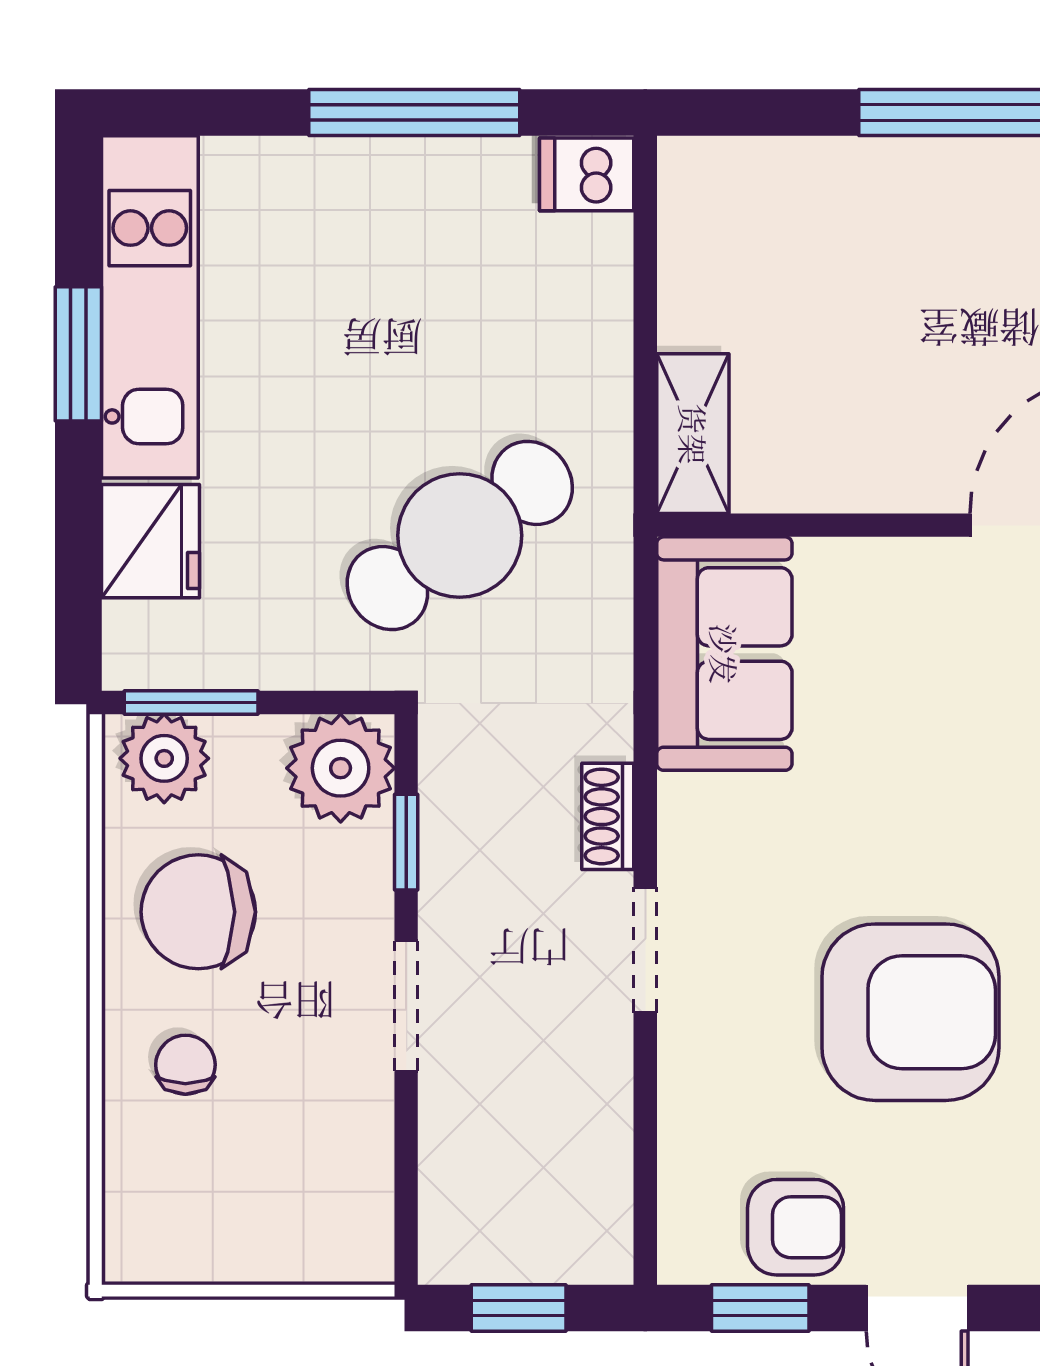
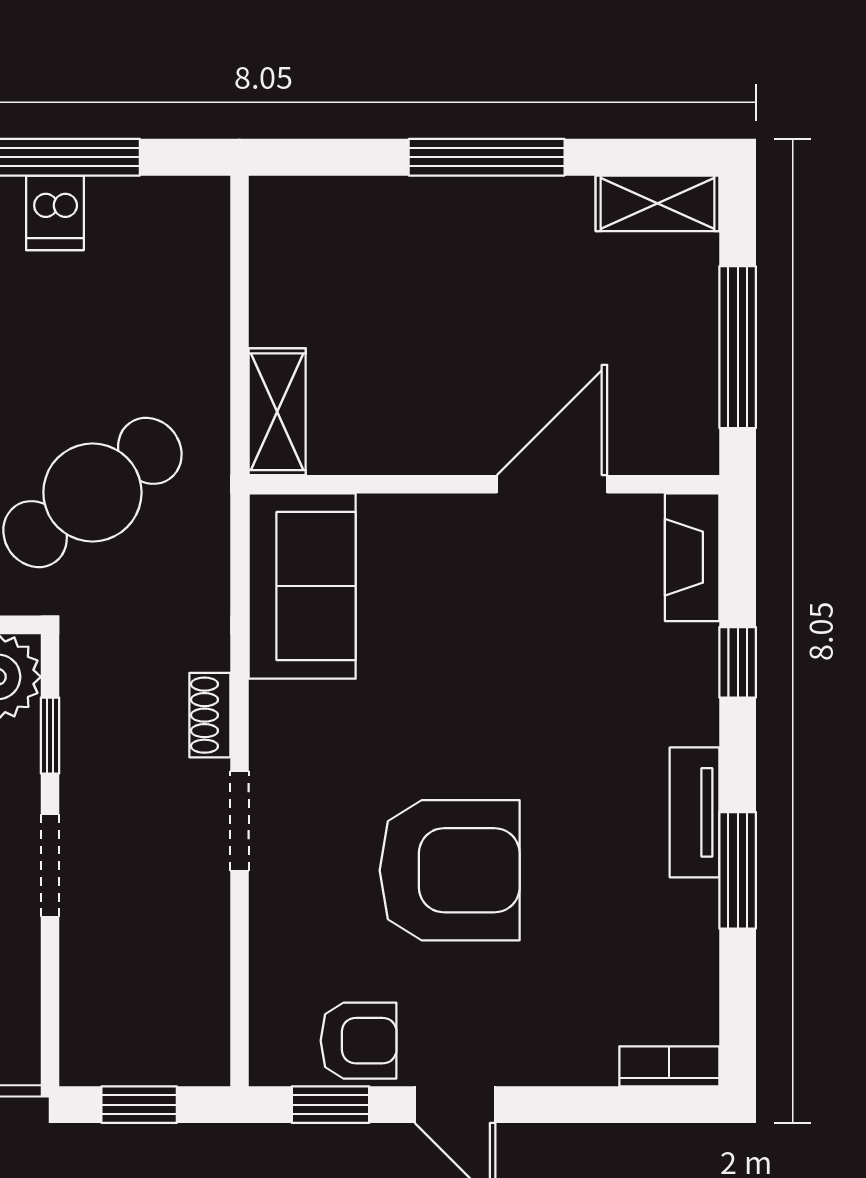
dishwasher: (587, 174) -> (55, 213), moved, turned -90

